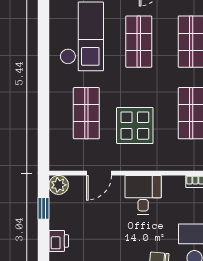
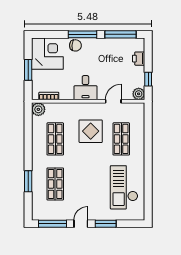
shop shelf: (139, 42) -> (88, 184), removed

